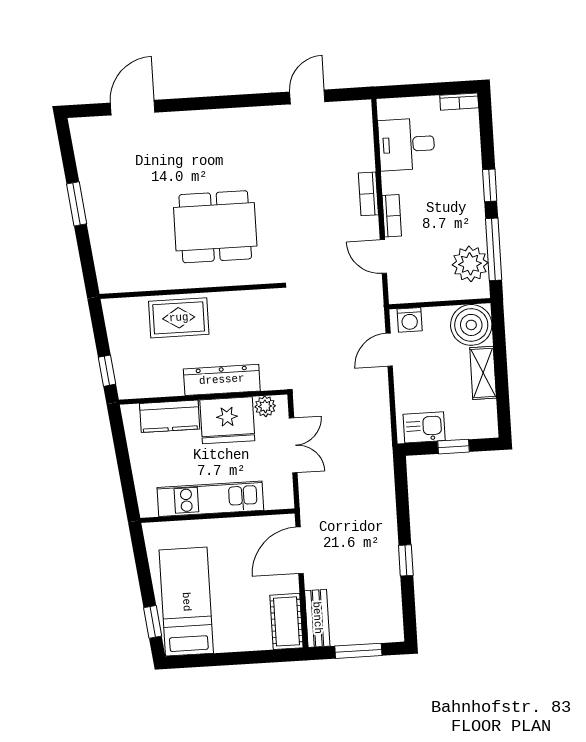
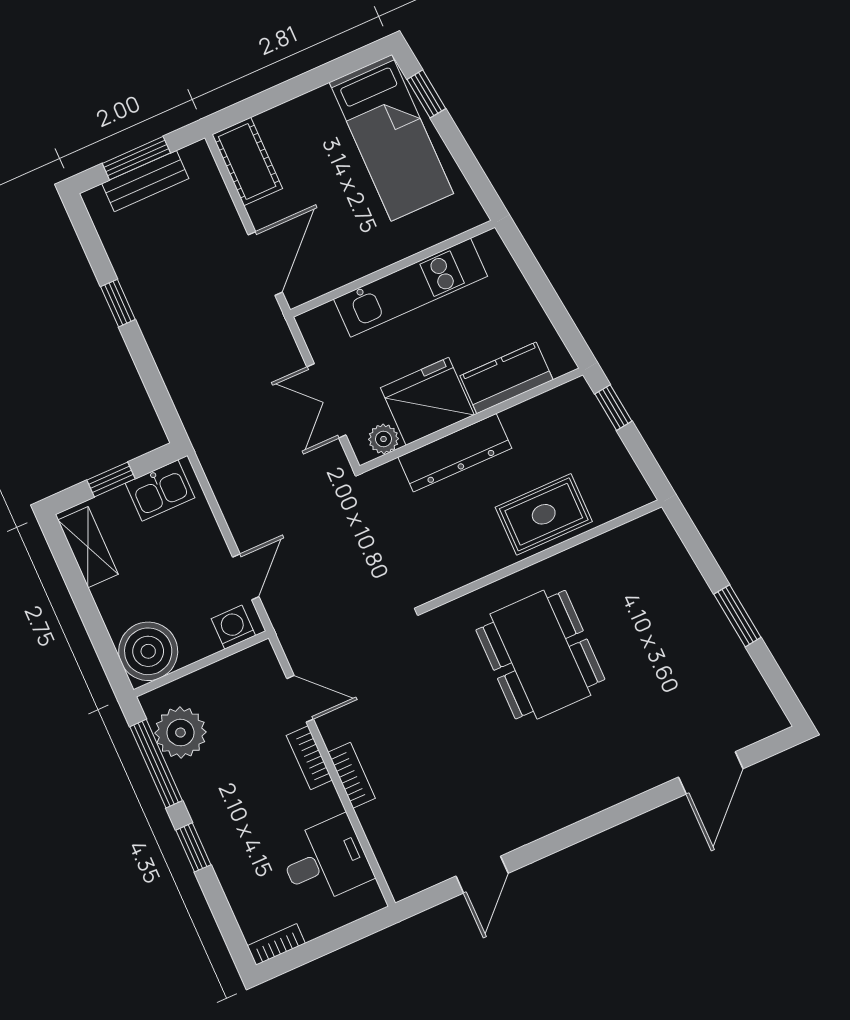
dining table: (215, 227) -> (540, 655), turned 90
shelving: (483, 373) -> (88, 547), moved
bench: (317, 618) -> (145, 181), moved, turned 90

